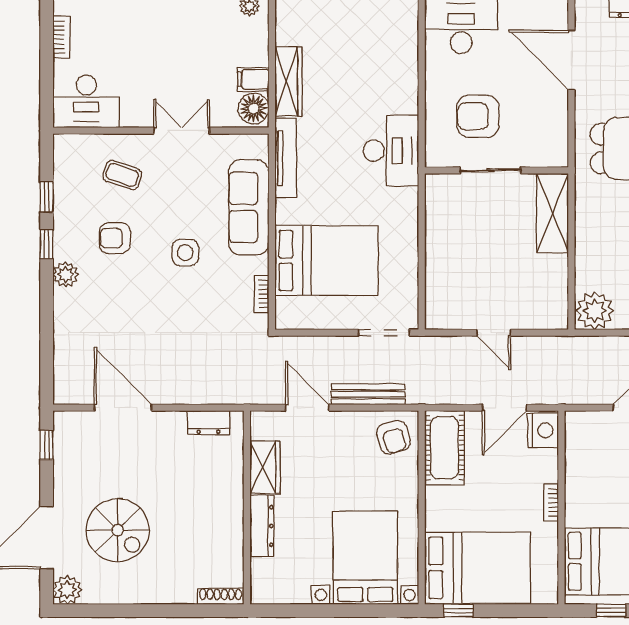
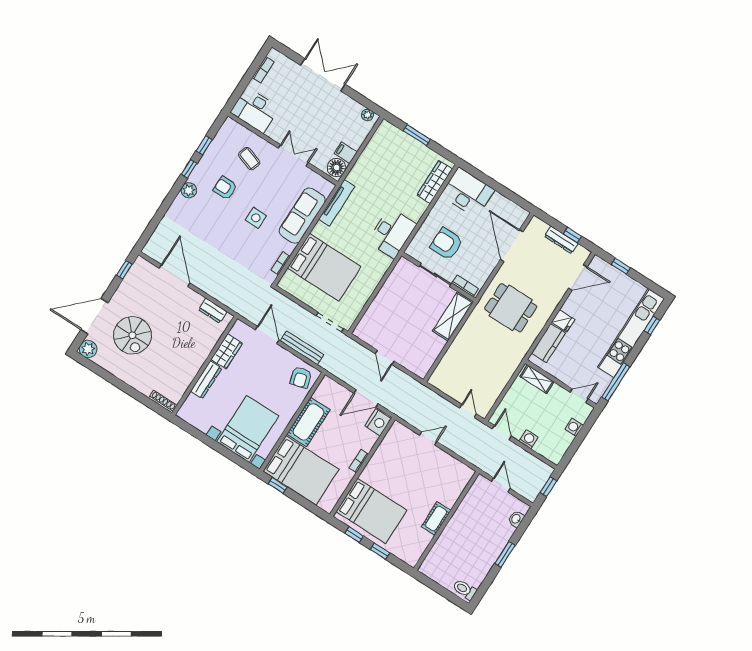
wardrobe: (288, 81) -> (435, 182), moved, turned 180
bookcase: (542, 159) -> (465, 286), added
plant: (595, 311) -> (443, 379), removed
cot: (444, 448) -> (308, 422), moved

